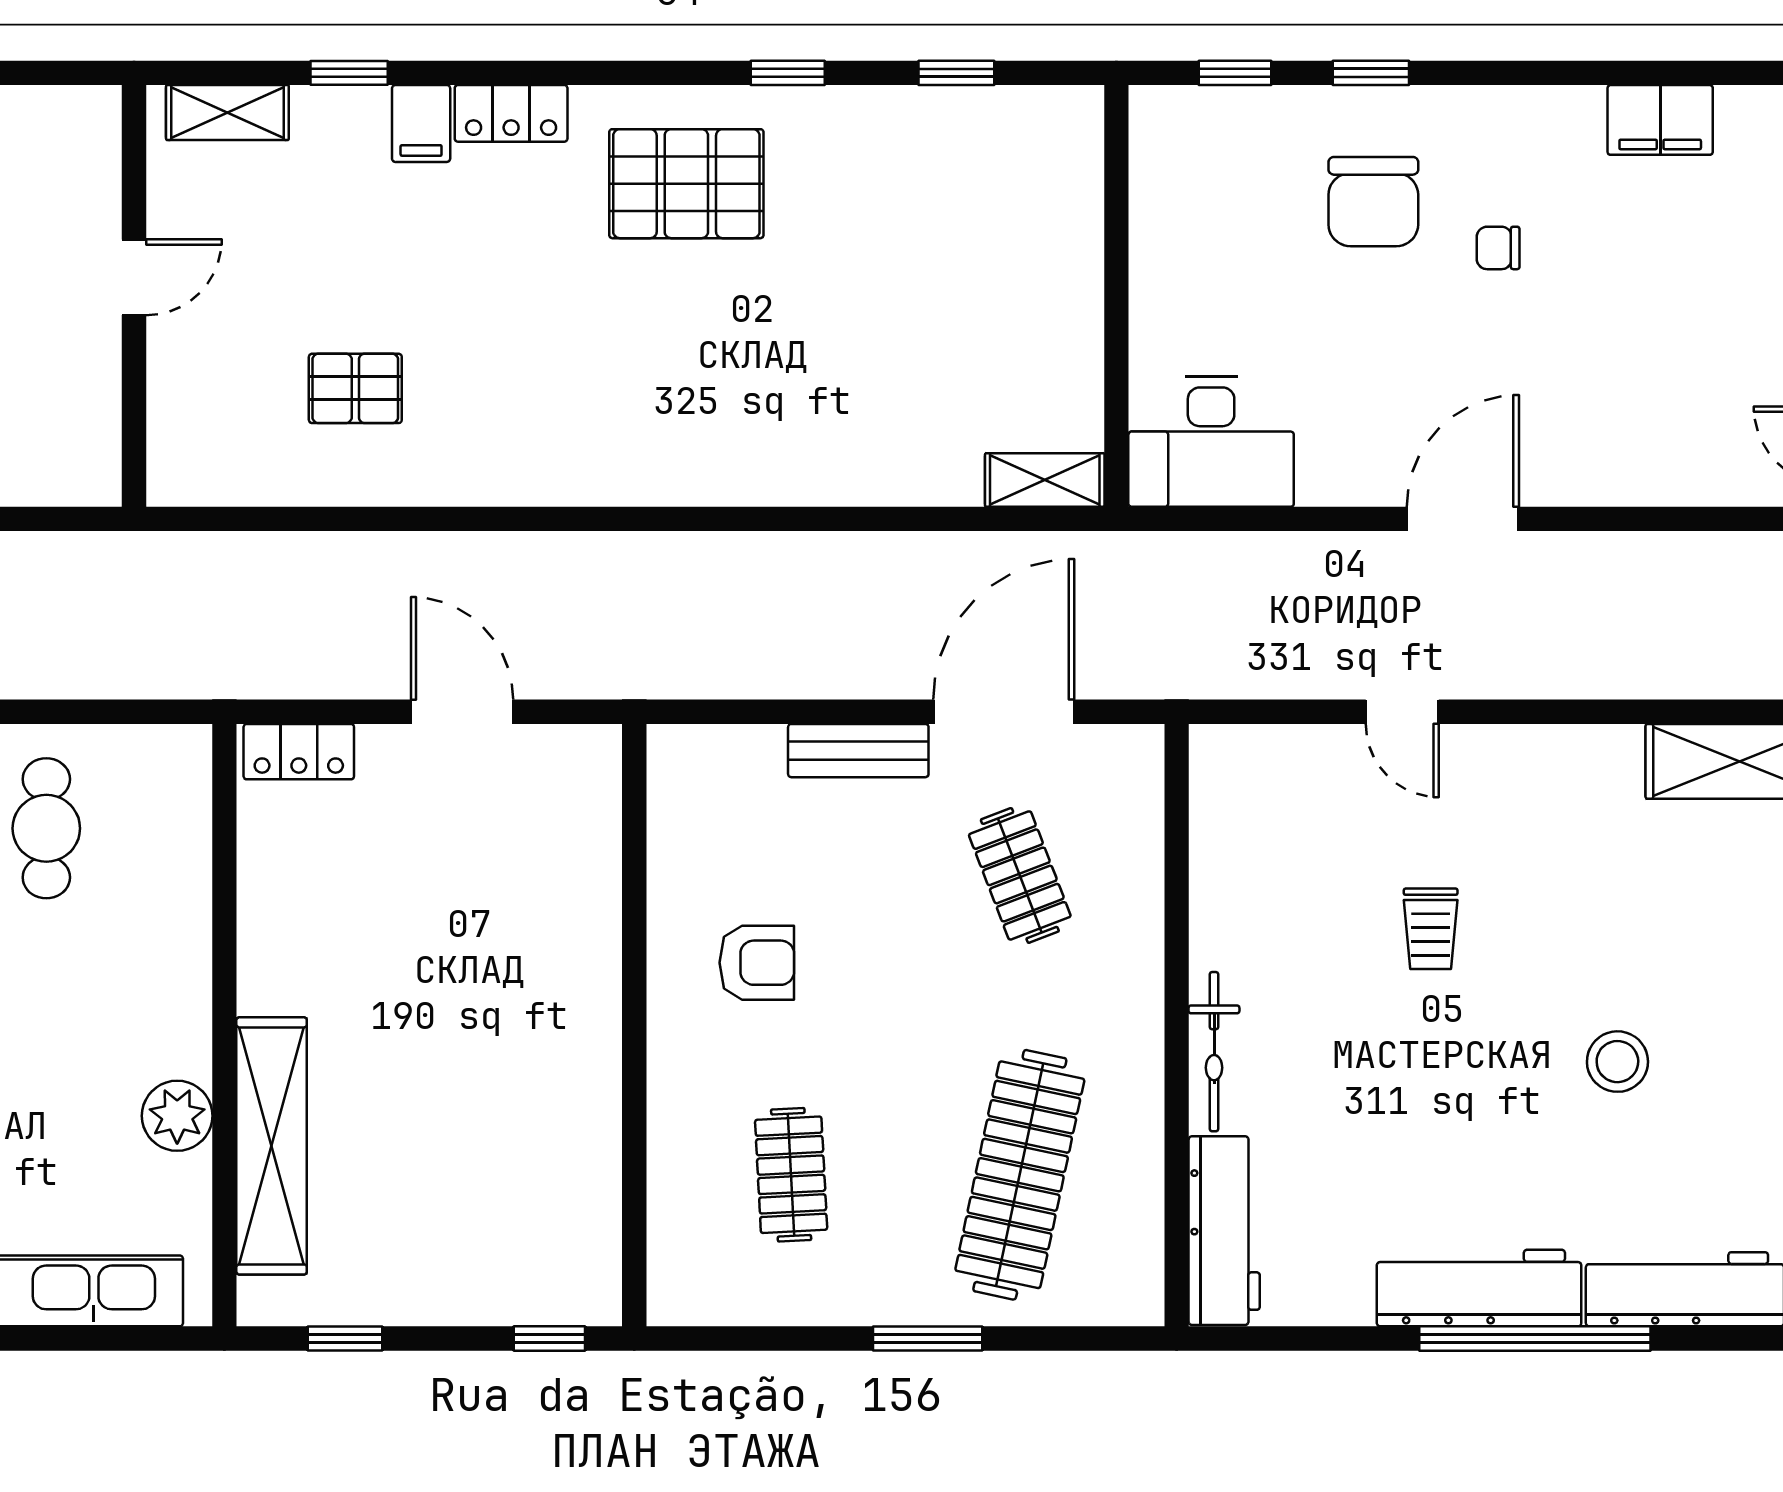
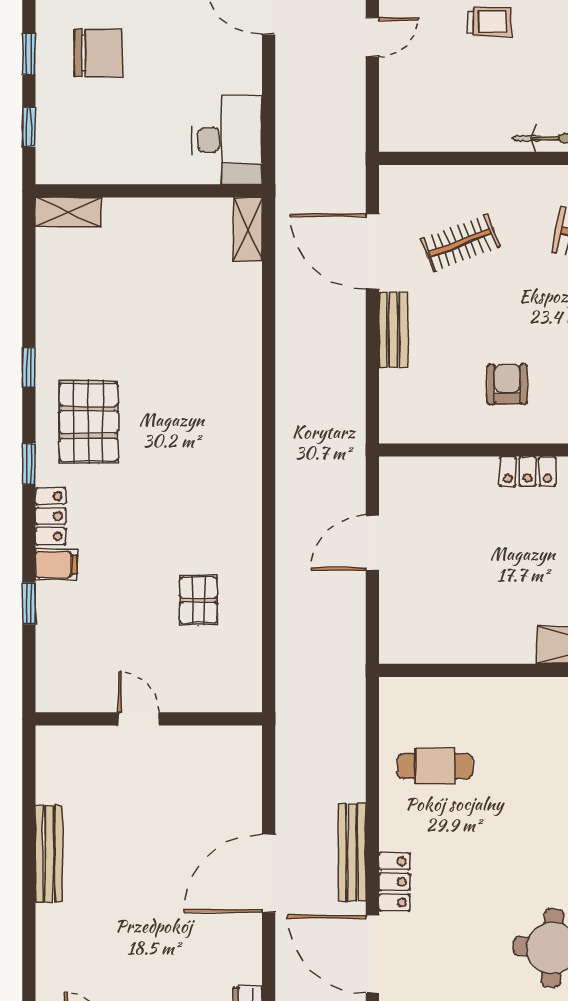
window: (956, 73) -> (29, 464), moved
shelving: (227, 112) -> (68, 212), moved, turned 90
locker: (299, 752) -> (528, 471), moved, turned 90

